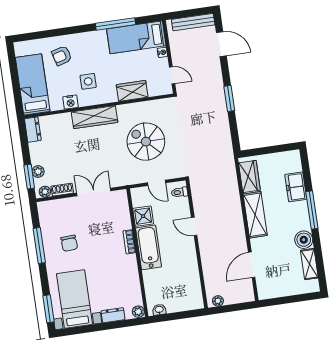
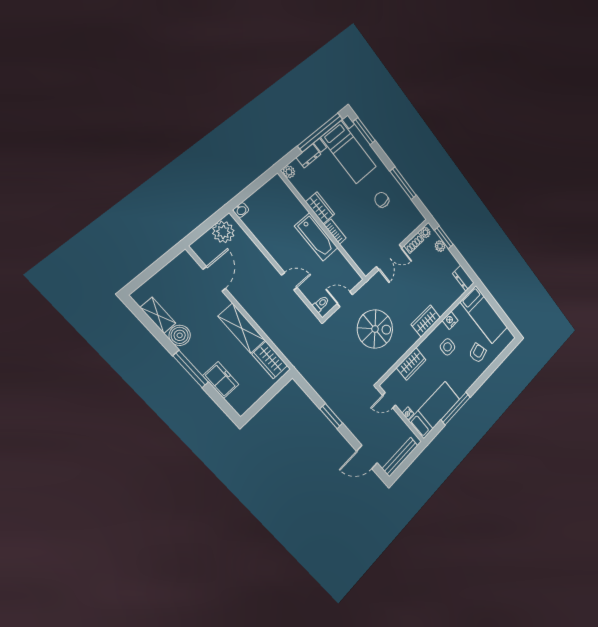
wardrobe: (95, 117) -> (426, 321), width x0.67
shower: (143, 216) -> (338, 262), removed
wardrobe: (130, 268) -> (320, 208), added
plant: (218, 301) -> (223, 232), width x1.87, depth x1.87
washbasin: (159, 310) -> (241, 210), moved
window: (90, 329) -> (320, 132), added

